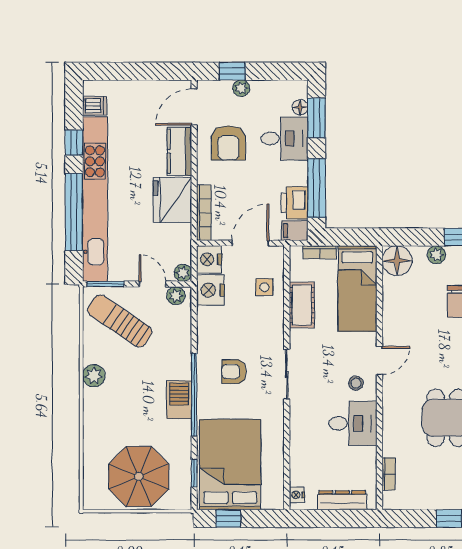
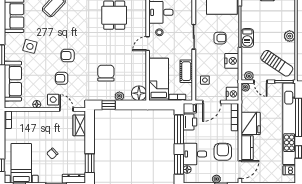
nightstand: (210, 290) -> (232, 61), moved
barbecue: (179, 400) -> (247, 38), moved

